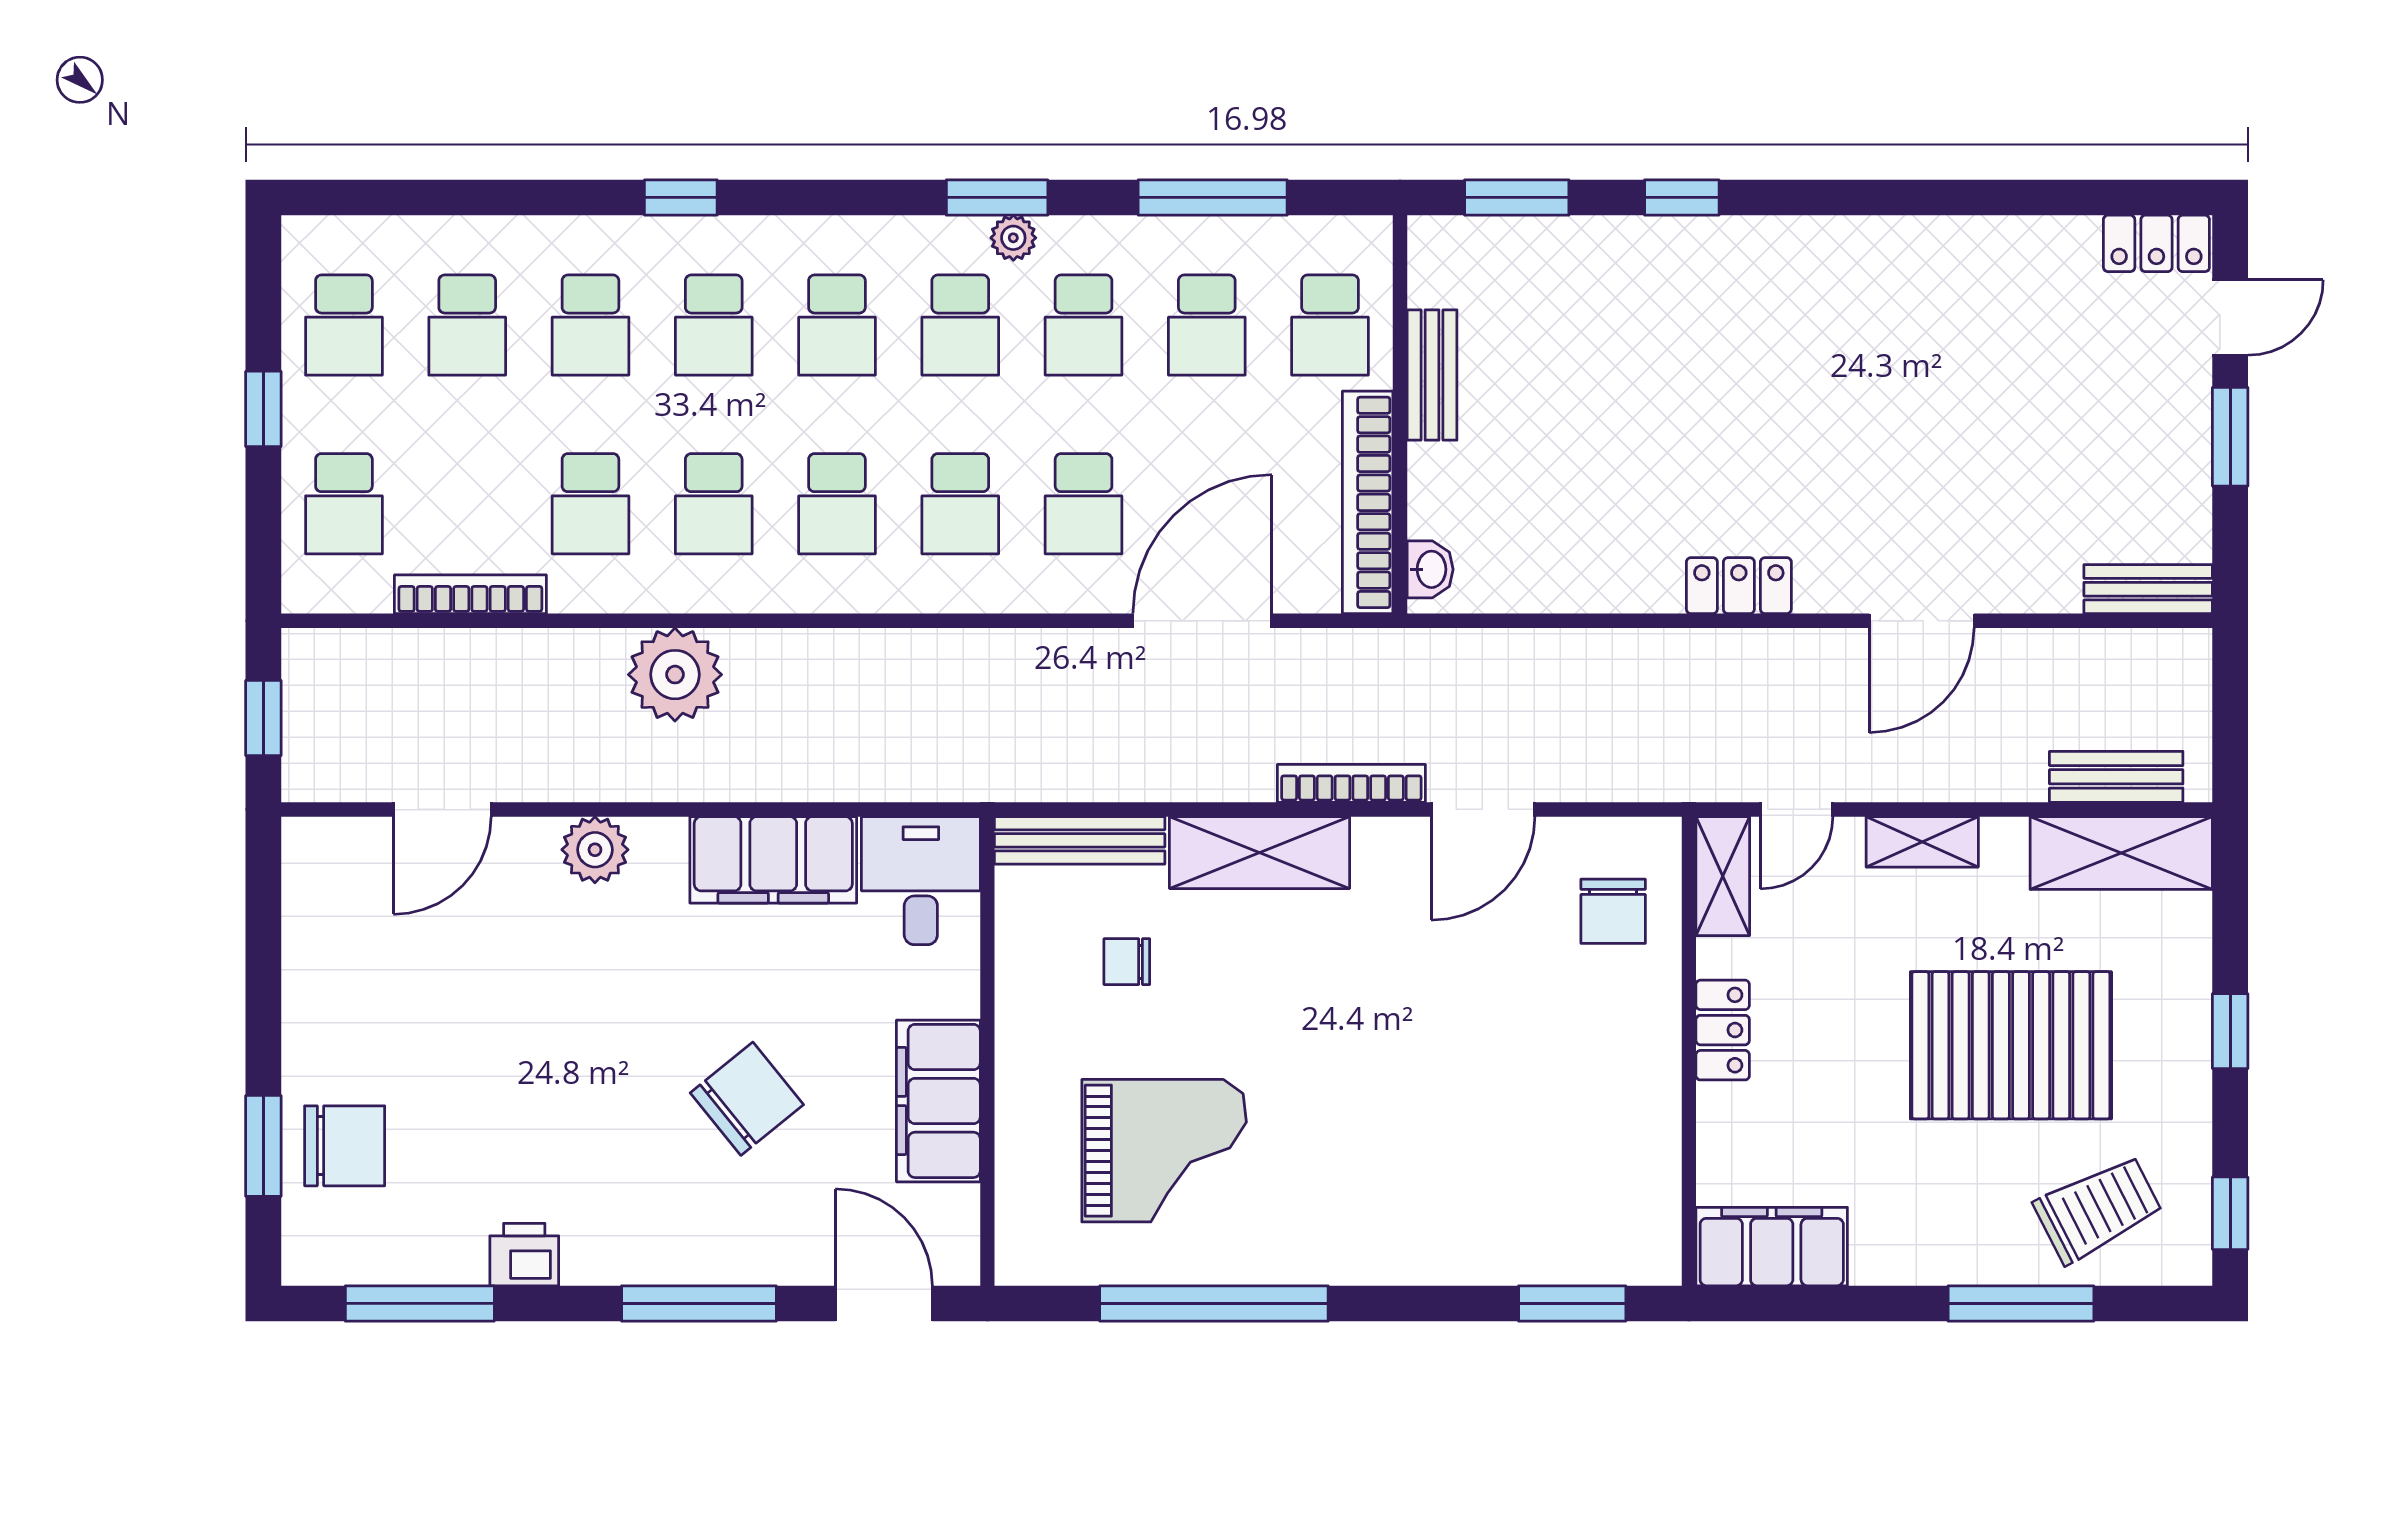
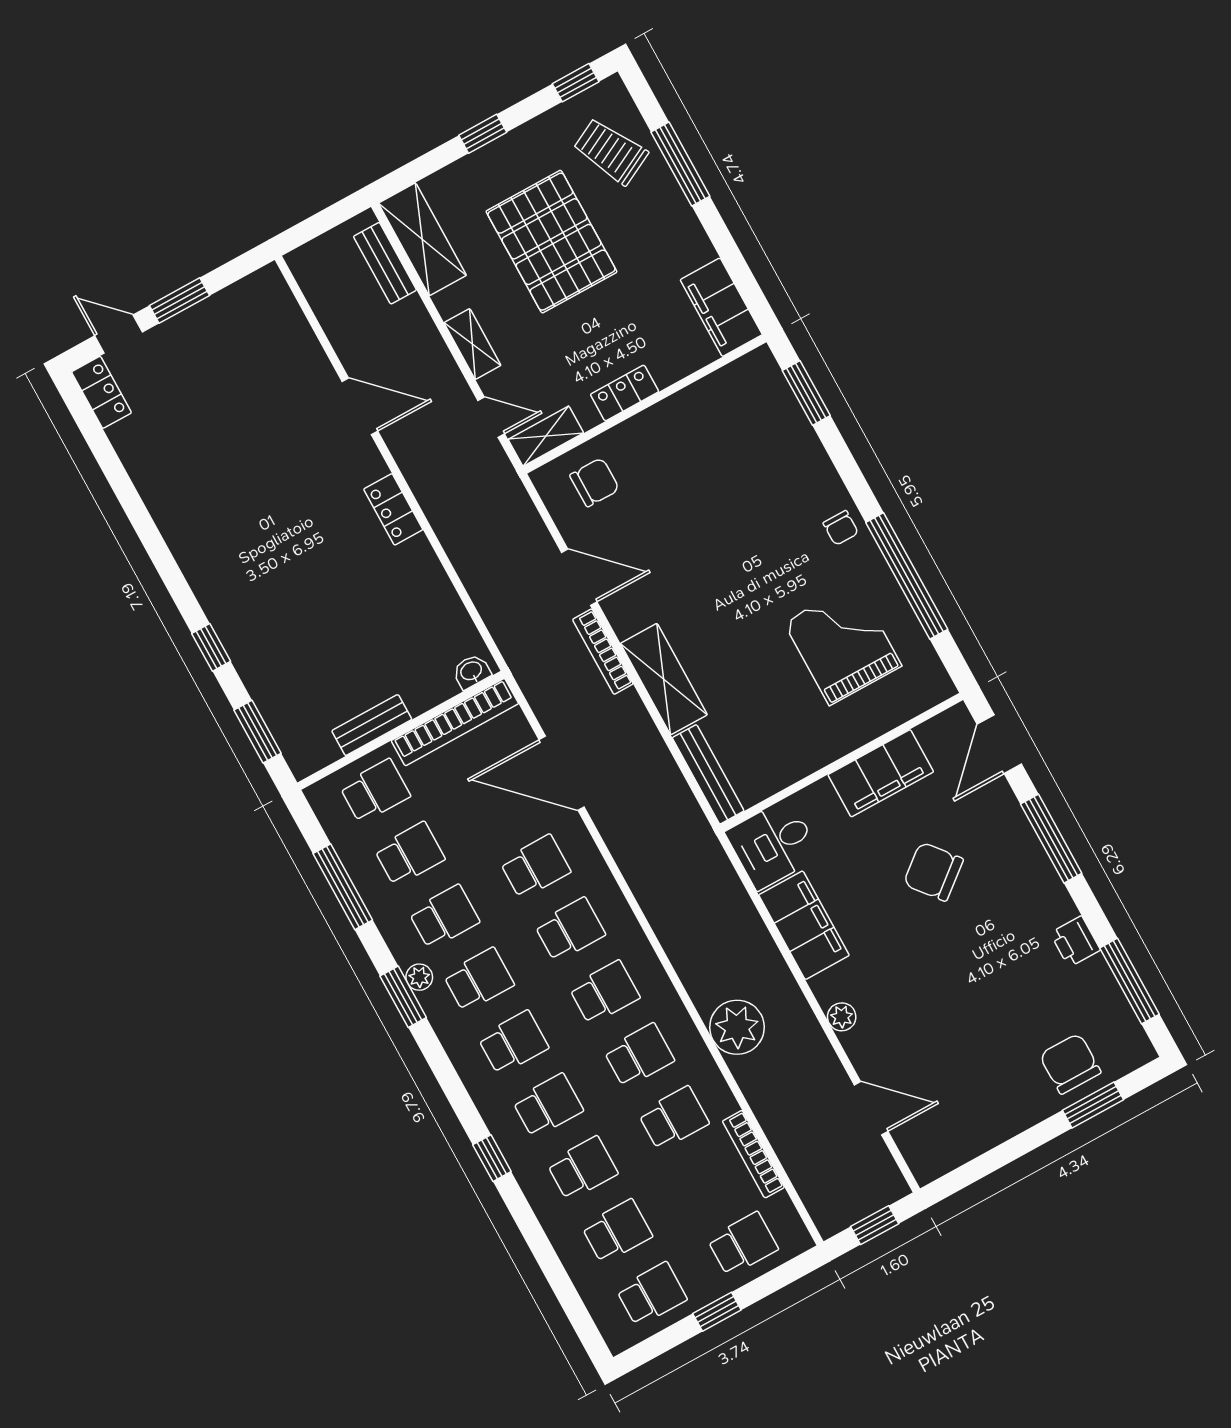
bench: (2148, 589) -> (280, 300), removed
plant: (595, 850) -> (842, 1017), width x0.73, depth x0.73
chair: (1127, 962) -> (841, 528), moved

